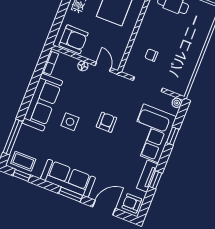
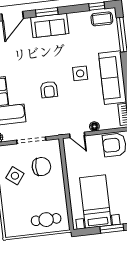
chair: (151, 55) -> (41, 167), width x1.87, depth x1.87
side table: (180, 60) -> (15, 176), added
sofa: (68, 178) -> (50, 25), width x0.73

